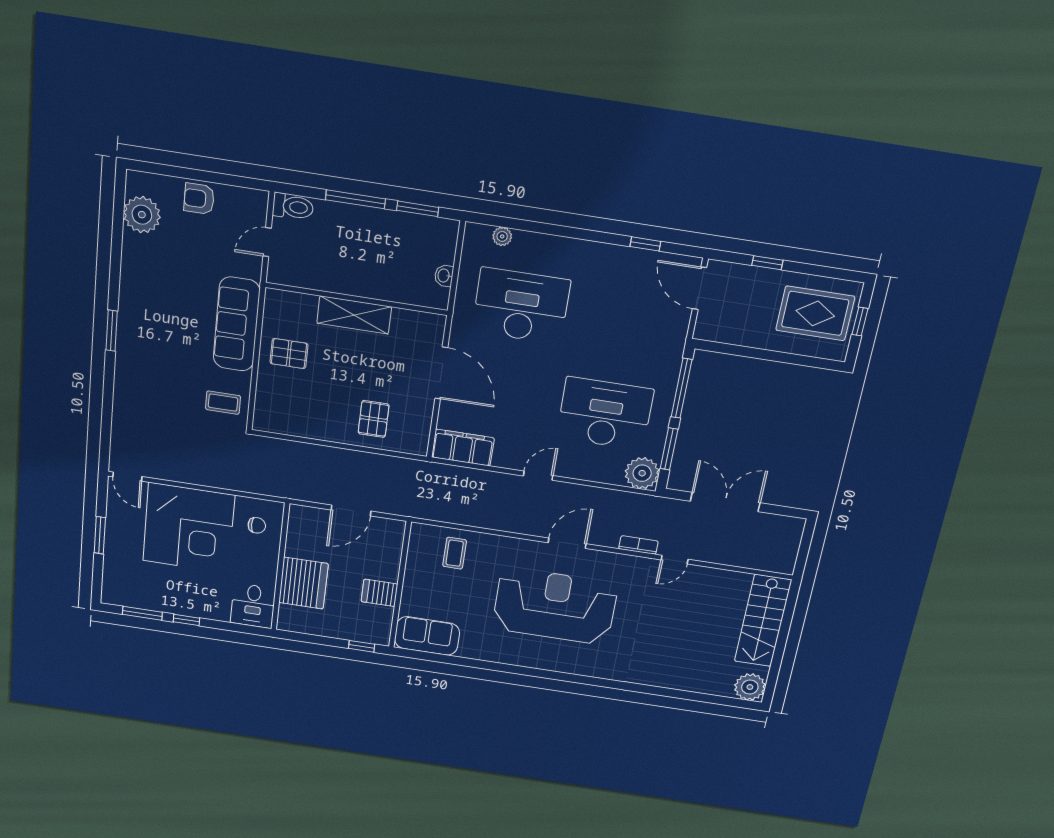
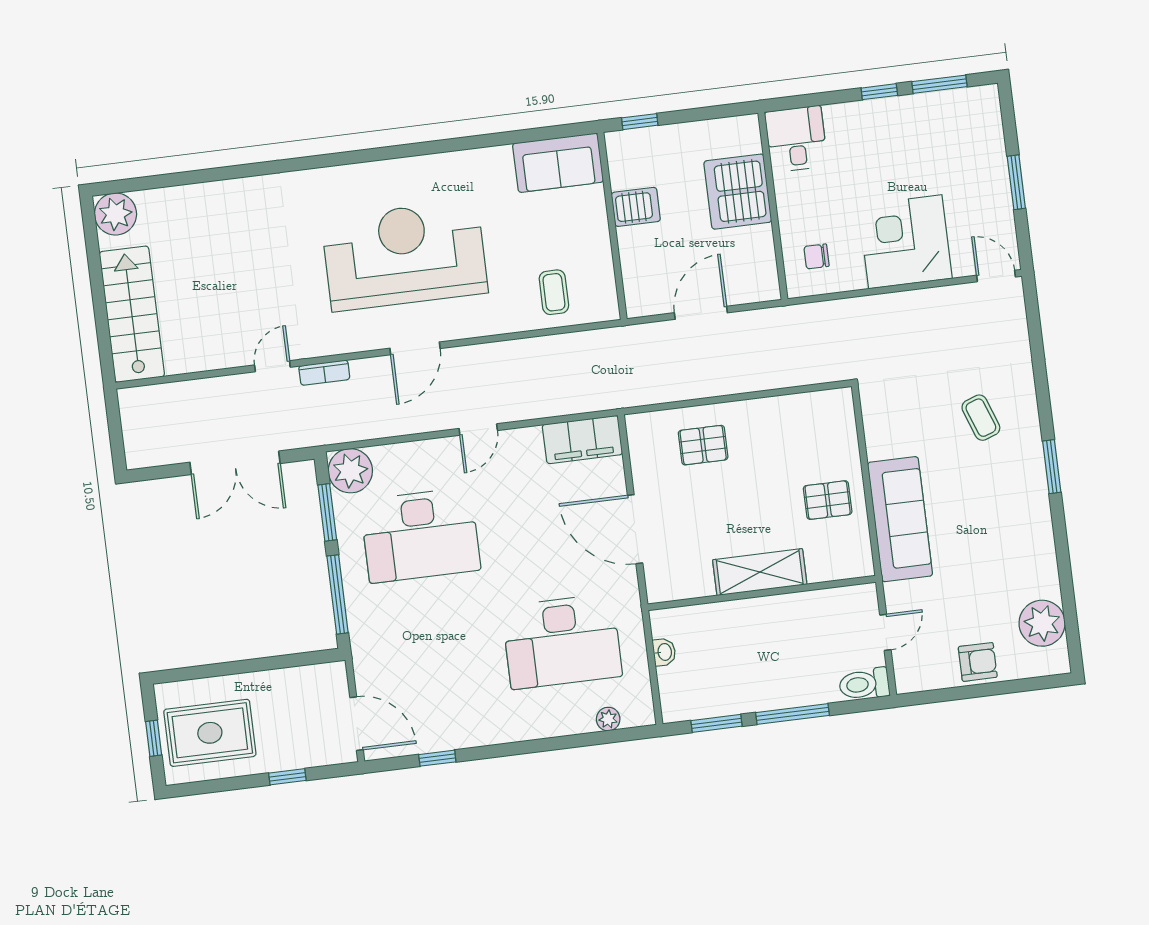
coffee table: (223, 403) -> (981, 418), moved, turned 70
pallet: (374, 419) -> (703, 445), turned 90
corner desk: (189, 528) -> (905, 242), width x0.74, depth x0.74
reception desk: (555, 606) -> (404, 256), turned 180

